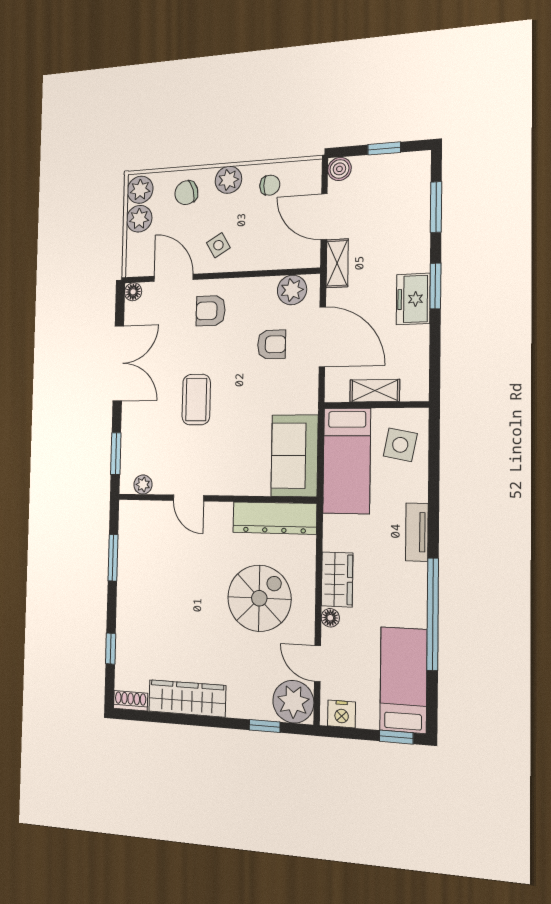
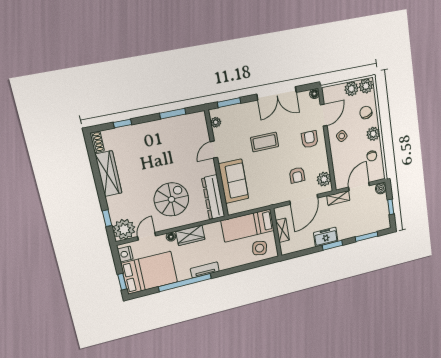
sofa: (294, 456) -> (234, 181), moved, turned 90
tv unit: (417, 532) -> (205, 270), moved
spiral stairs: (259, 598) -> (171, 199), turned -90
bed: (403, 680) -> (149, 273), width x1.50

